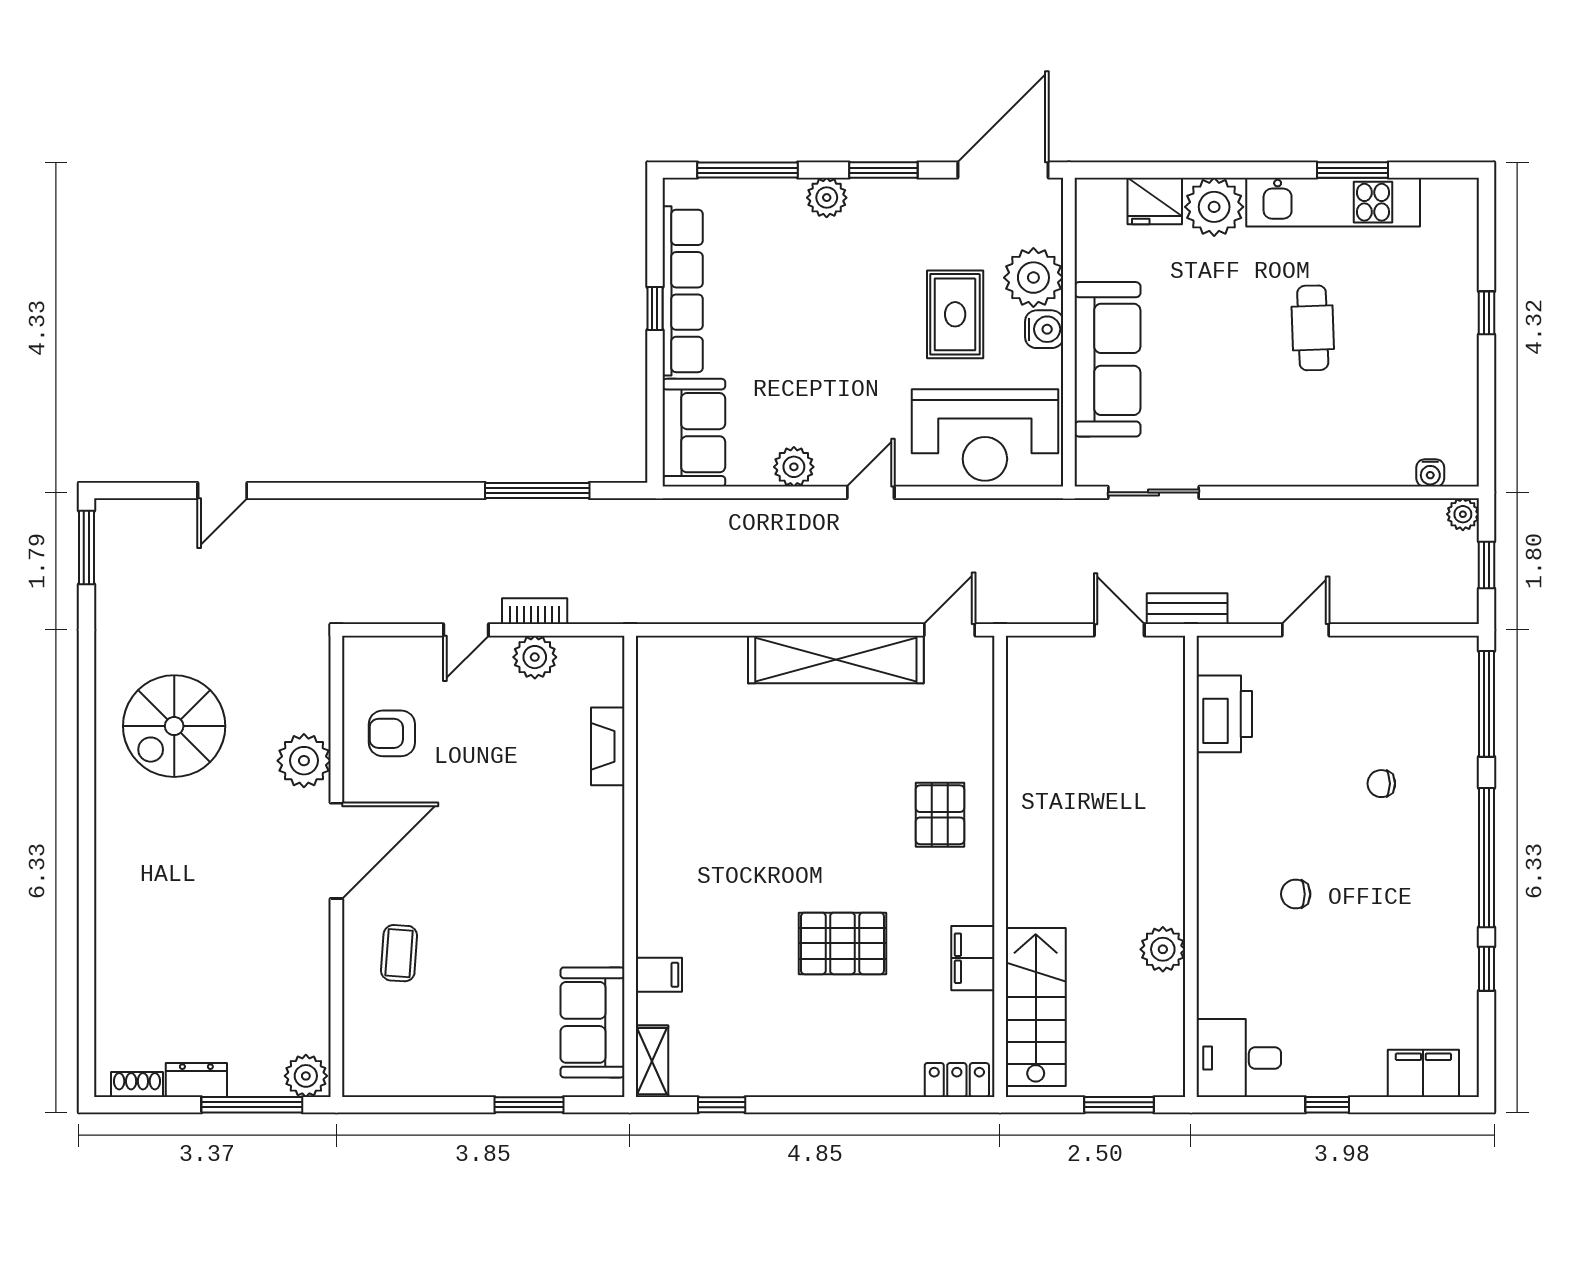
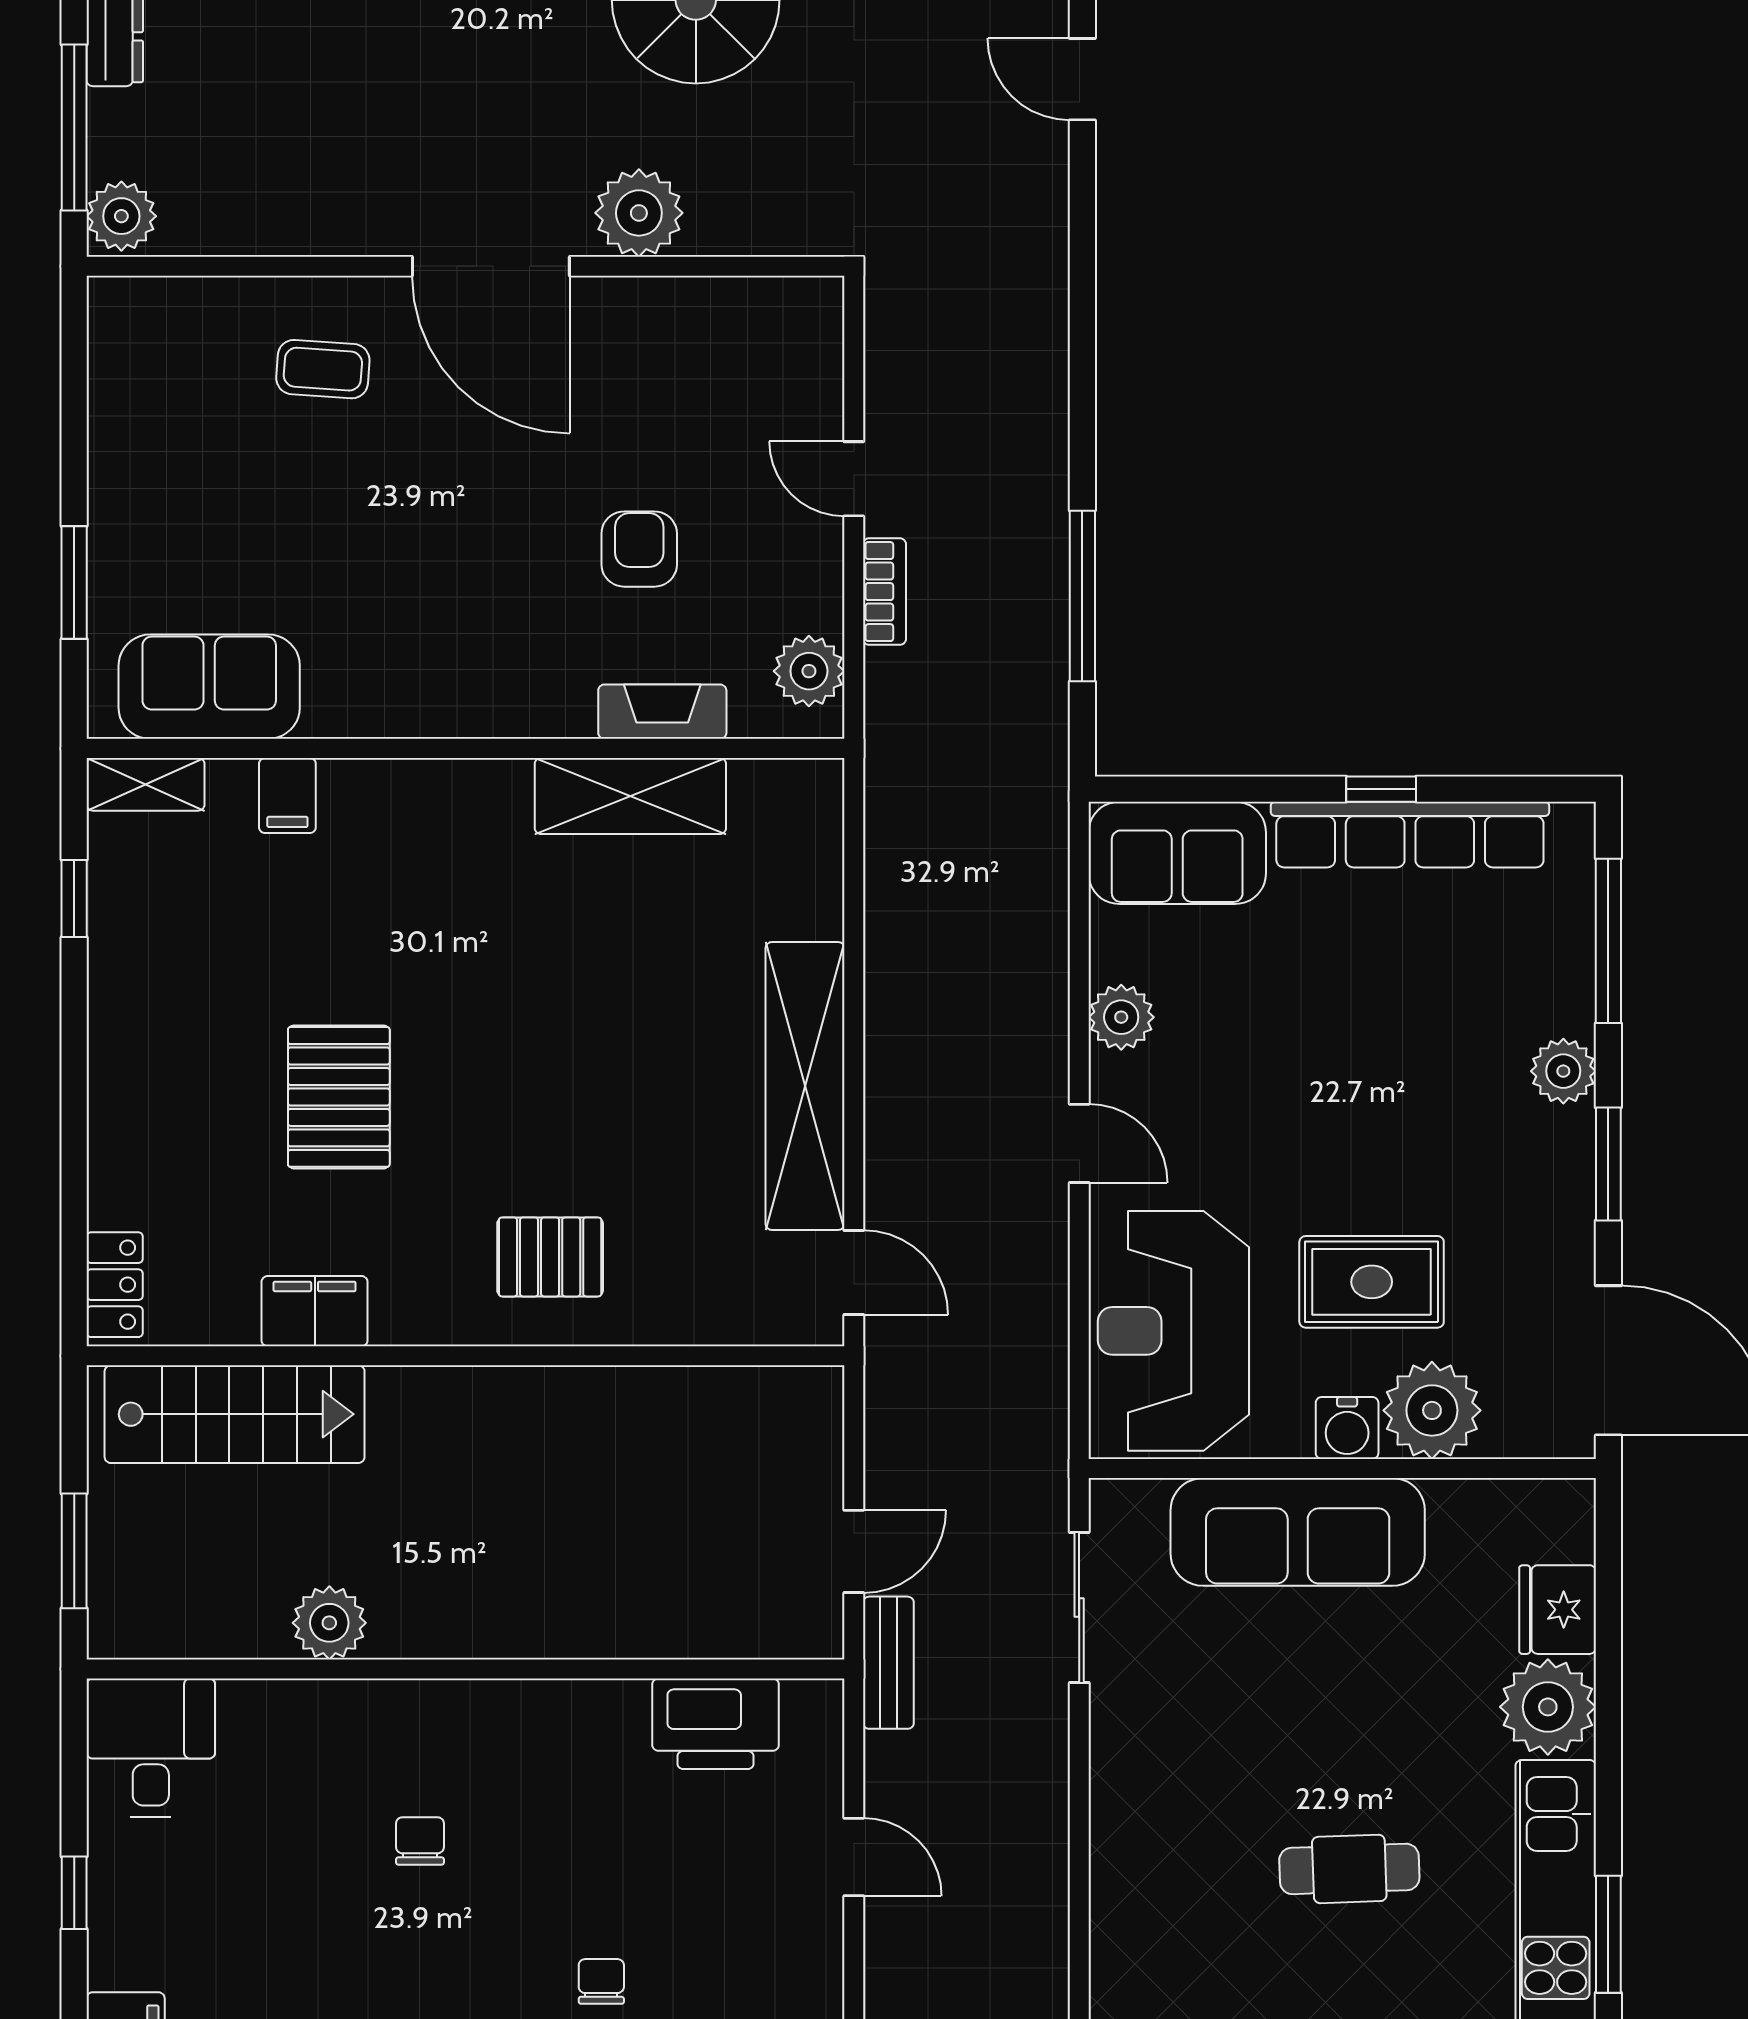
plant: (535, 657) -> (809, 671), moved
armchair: (392, 733) -> (639, 549), moved
shelving: (659, 766) -> (630, 796), added

